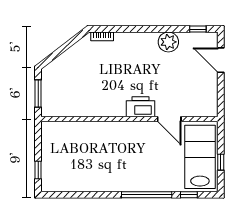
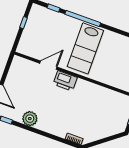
door: (169, 119) -> (48, 65), hinge flipped
lab bench: (200, 157) -> (85, 48), moved

